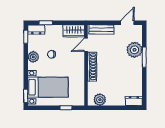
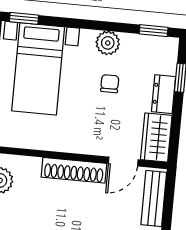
dresser: (36, 29) -> (164, 94), moved
door: (86, 45) -> (123, 162), swing flipped

